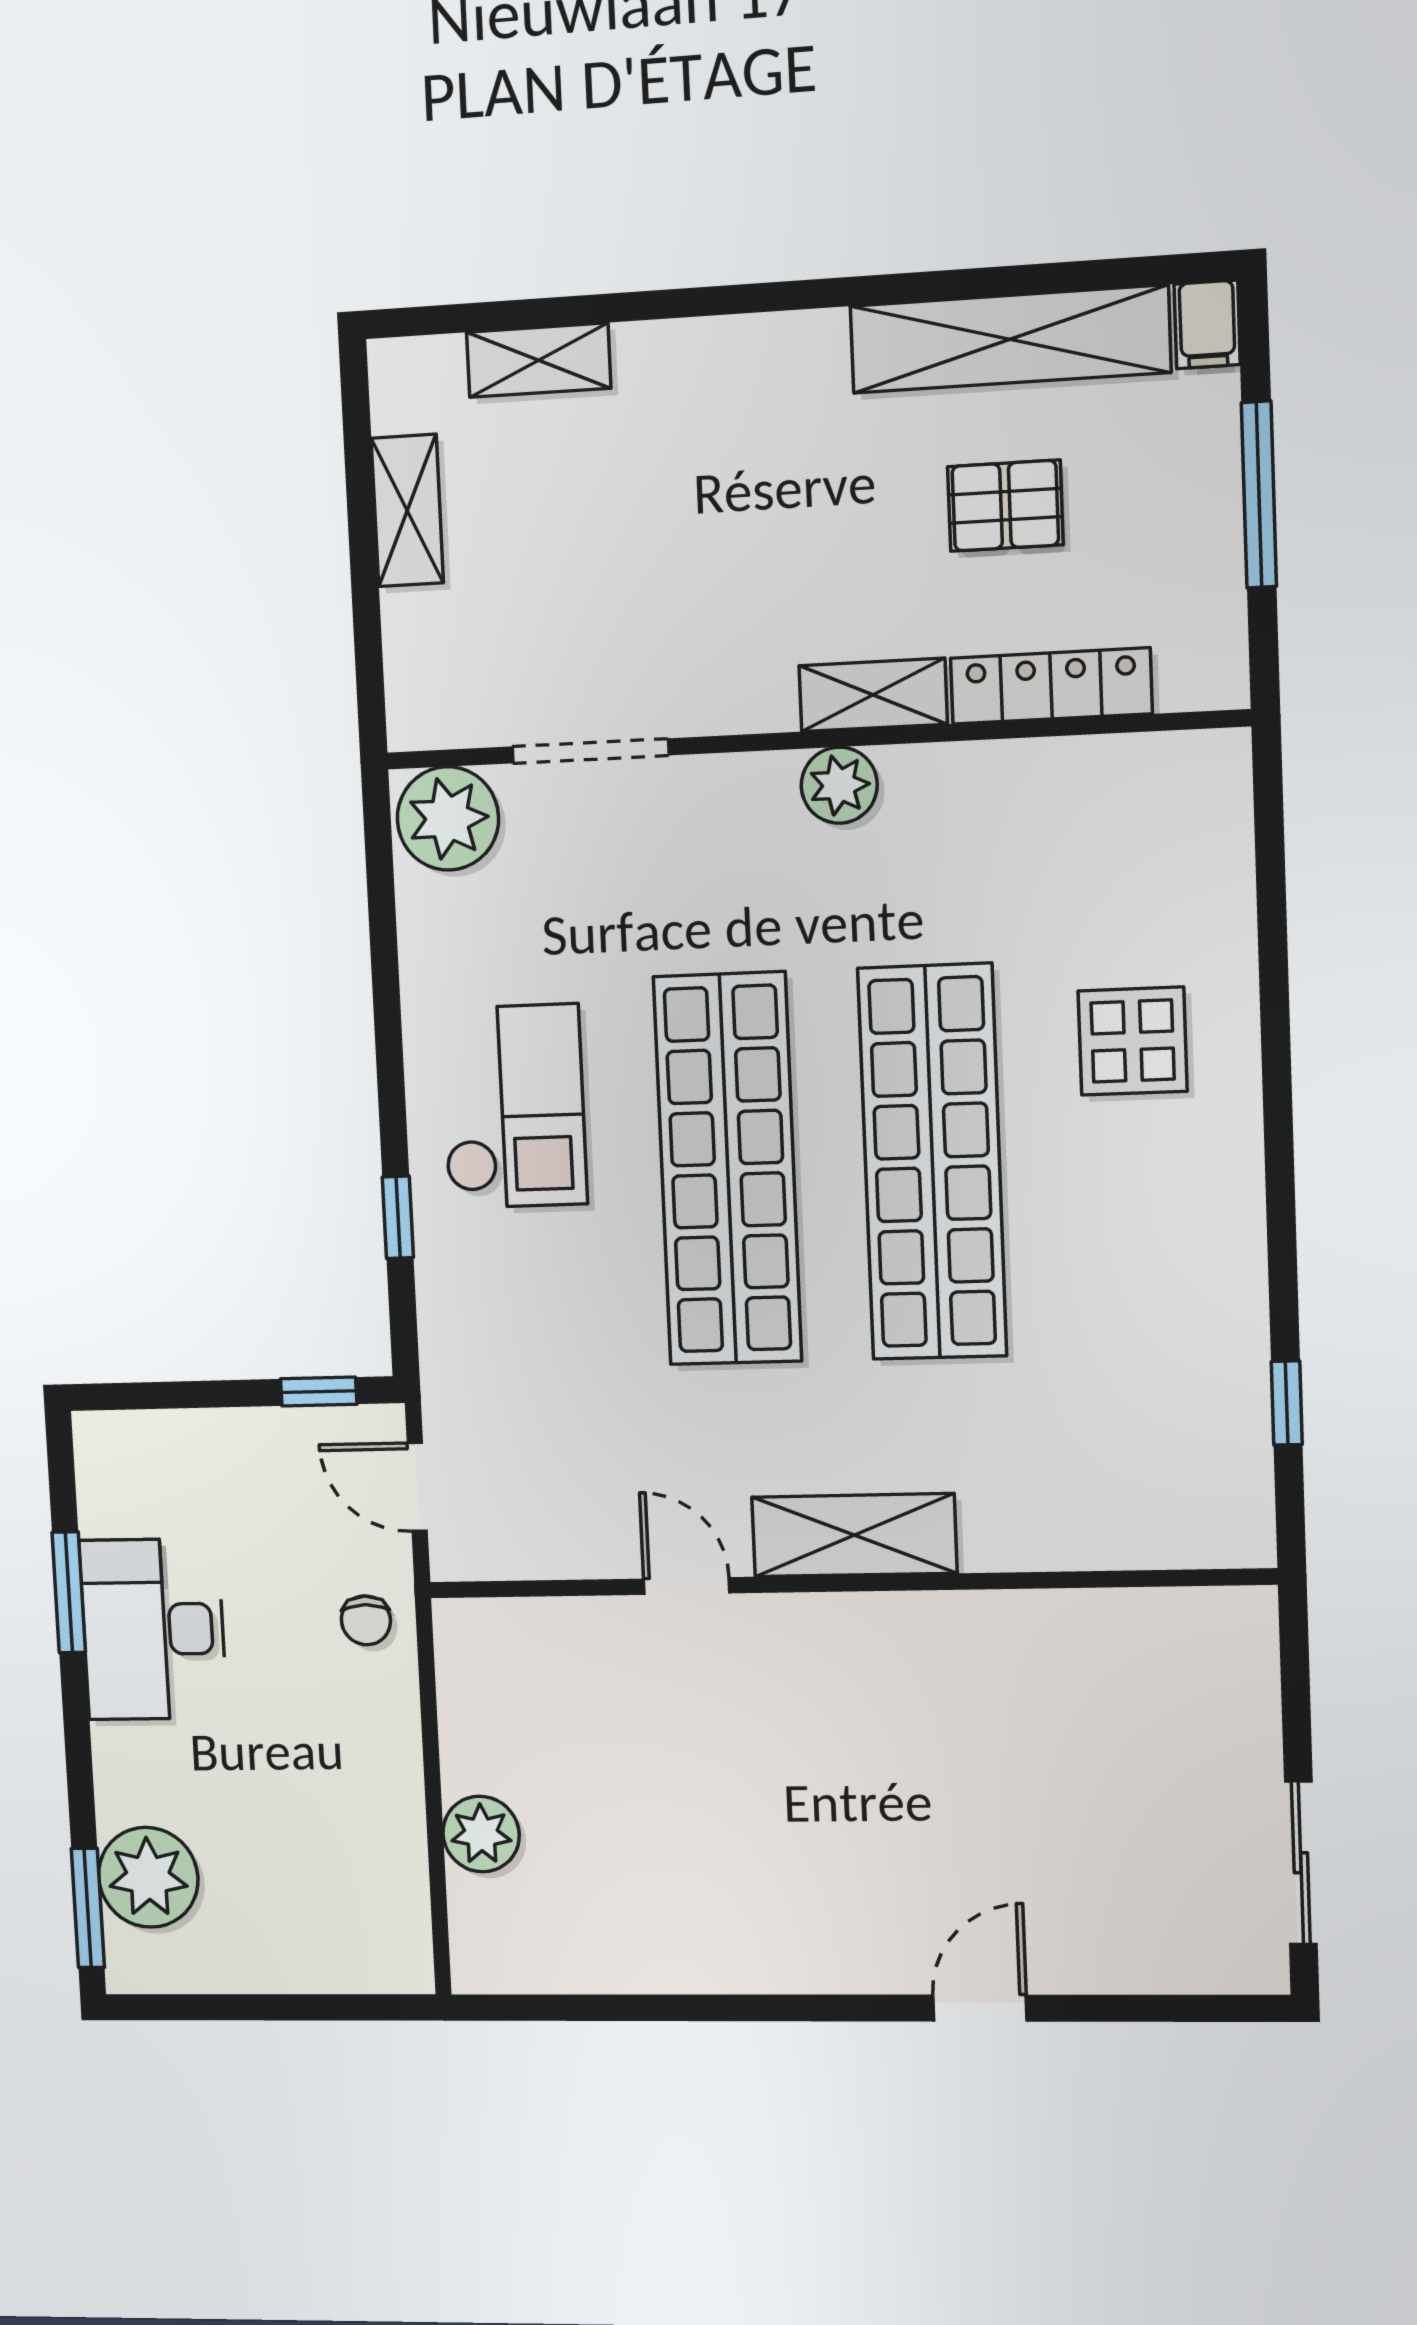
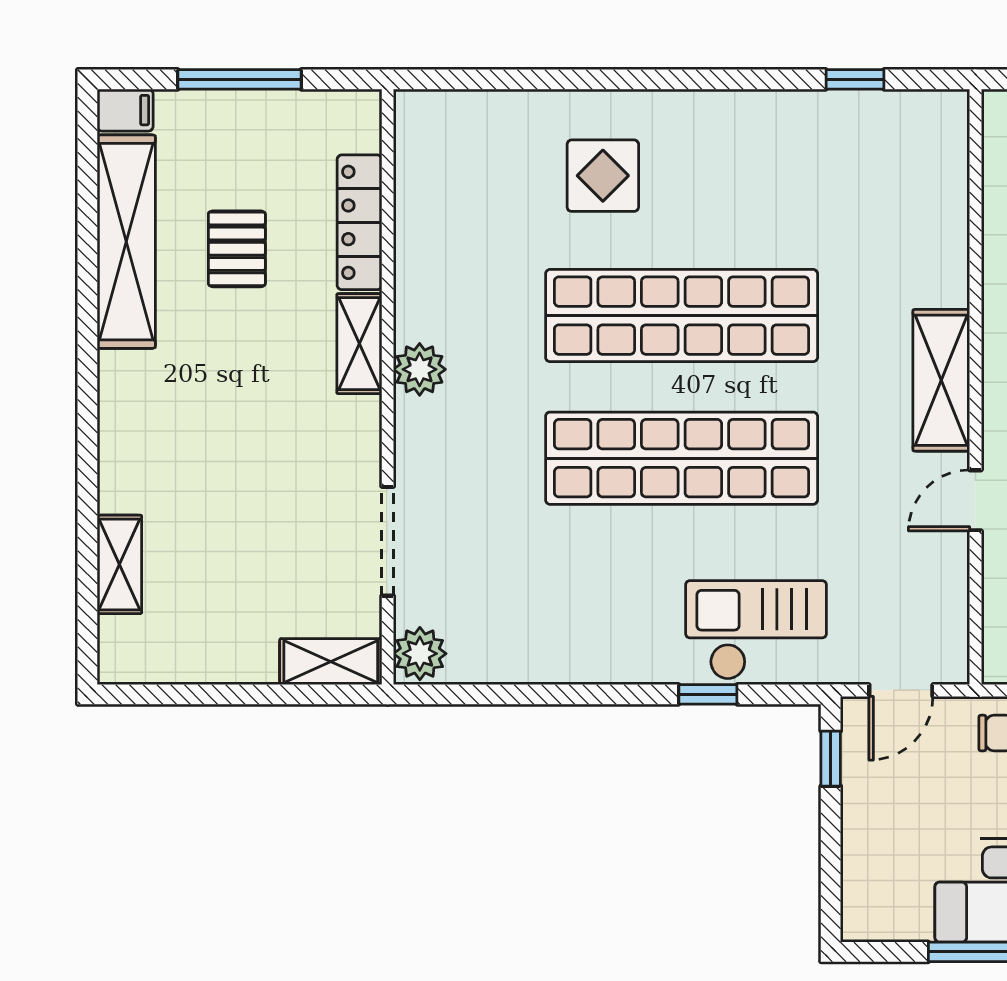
shelving: (407, 511) -> (331, 662), moved
plant: (448, 818) -> (420, 654), width x0.73, depth x0.73
checkout: (513, 1106) -> (756, 630), moved

